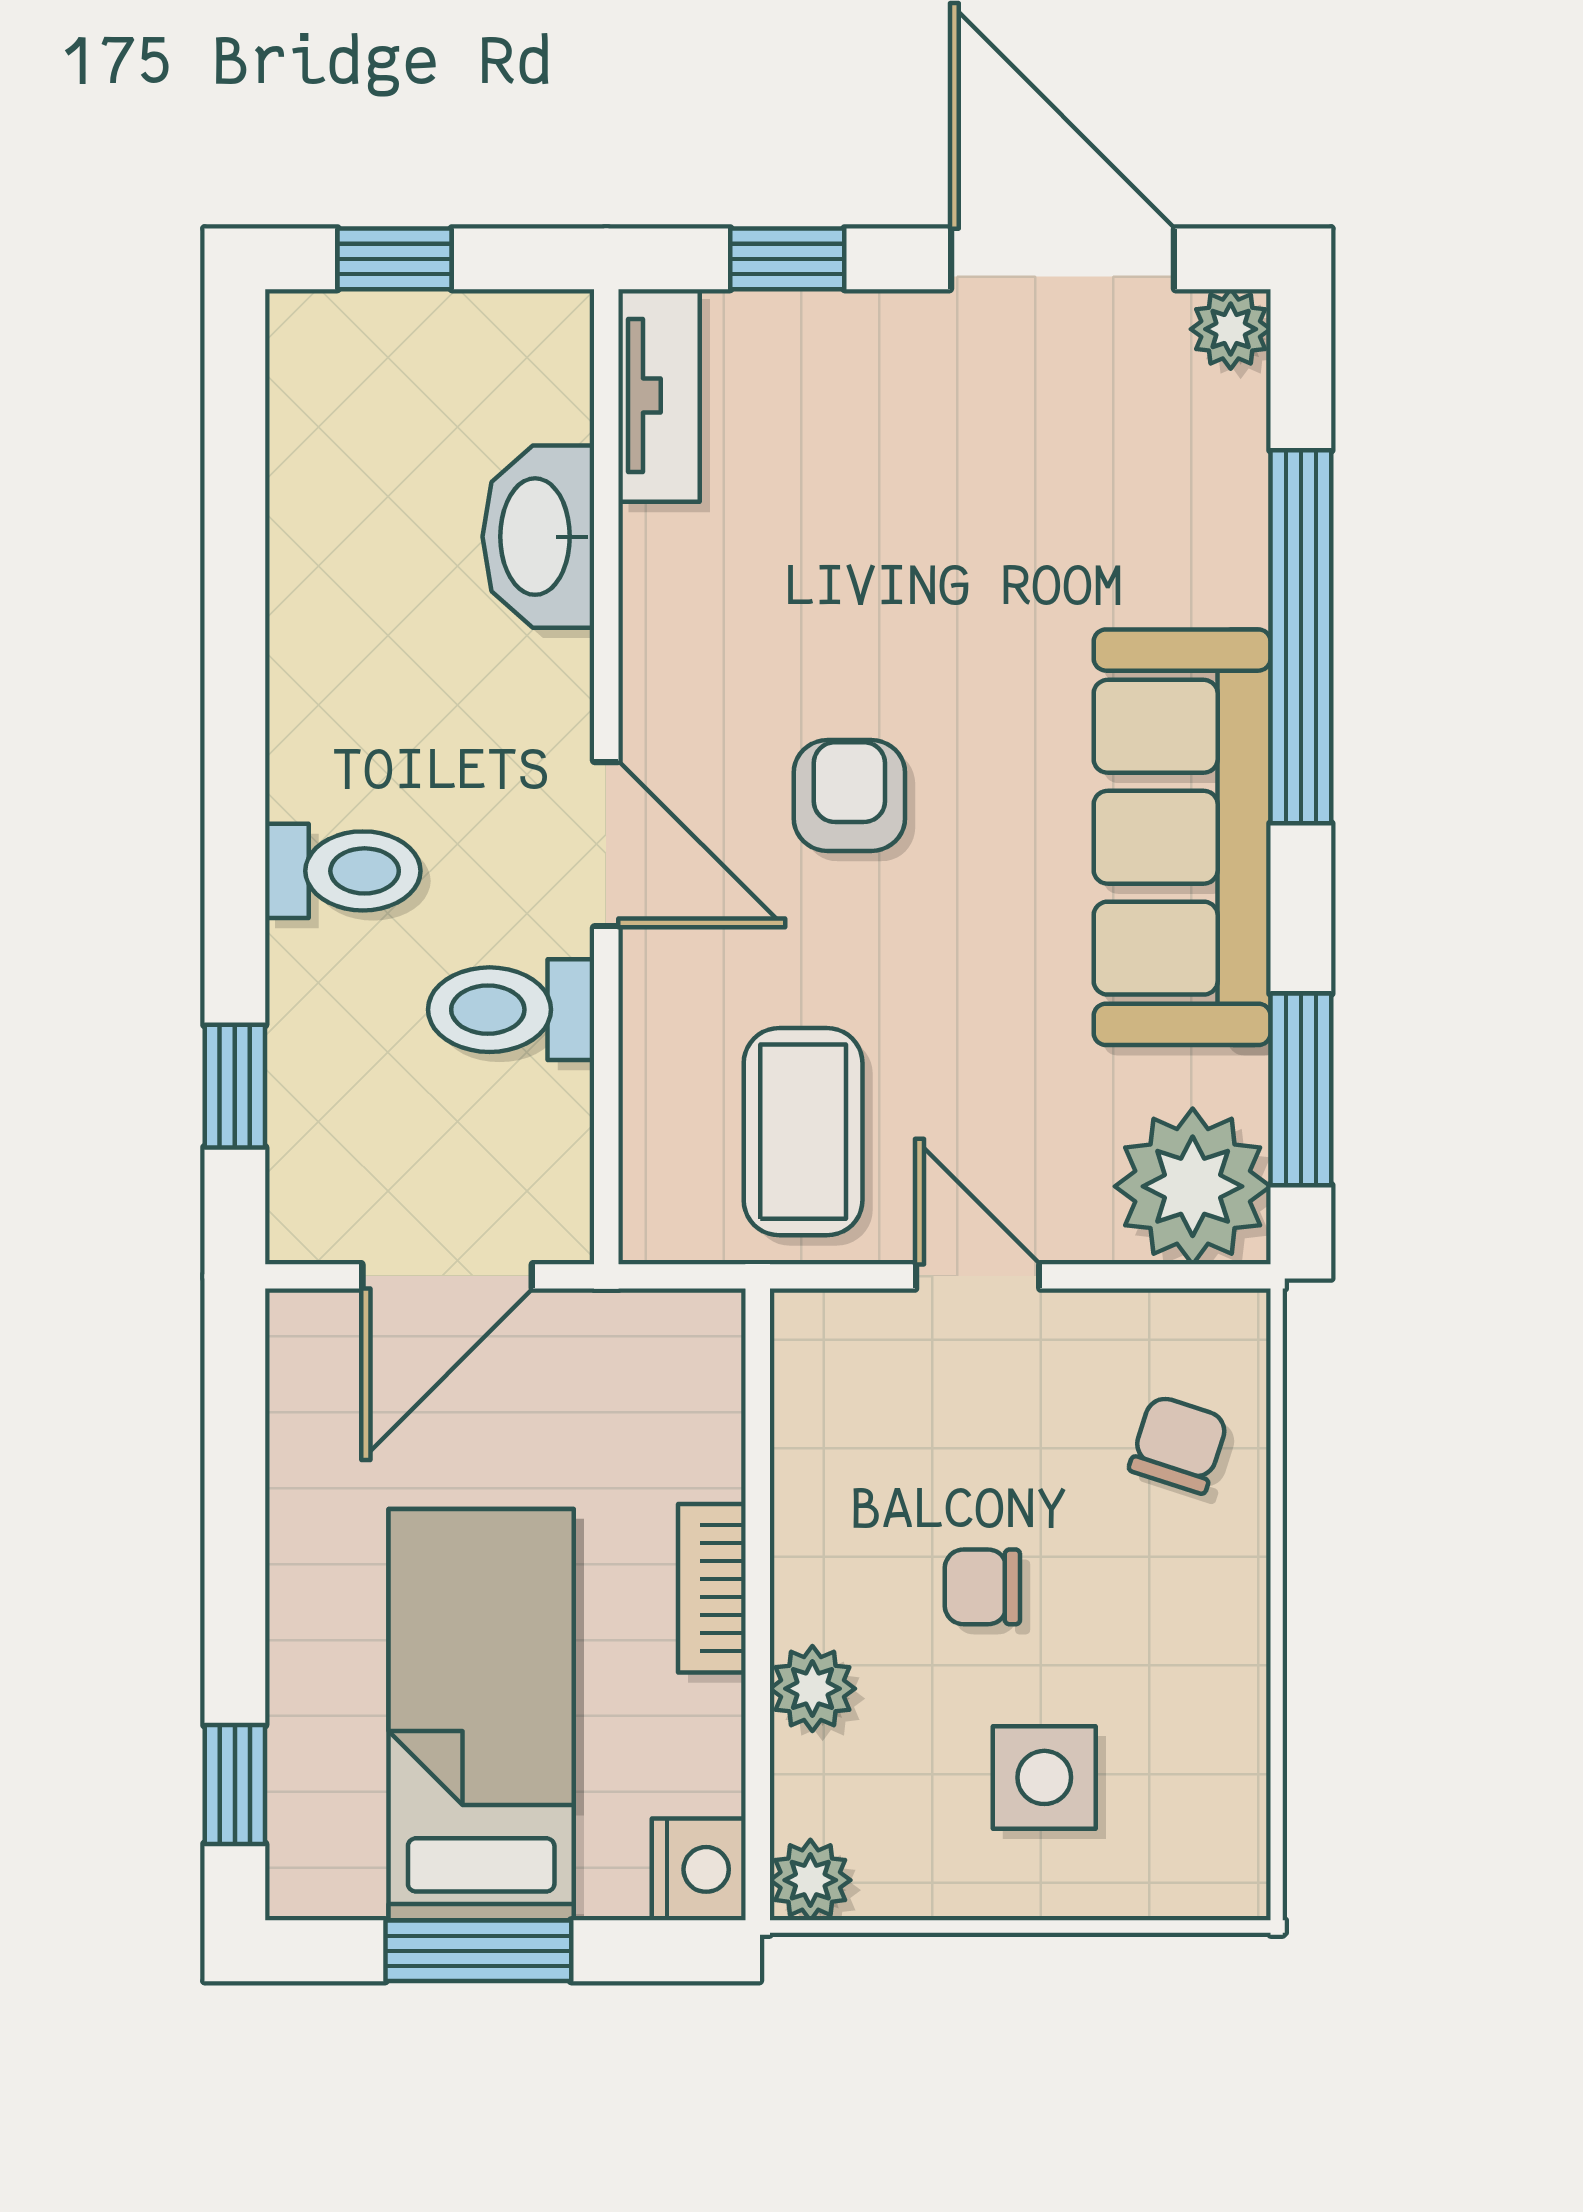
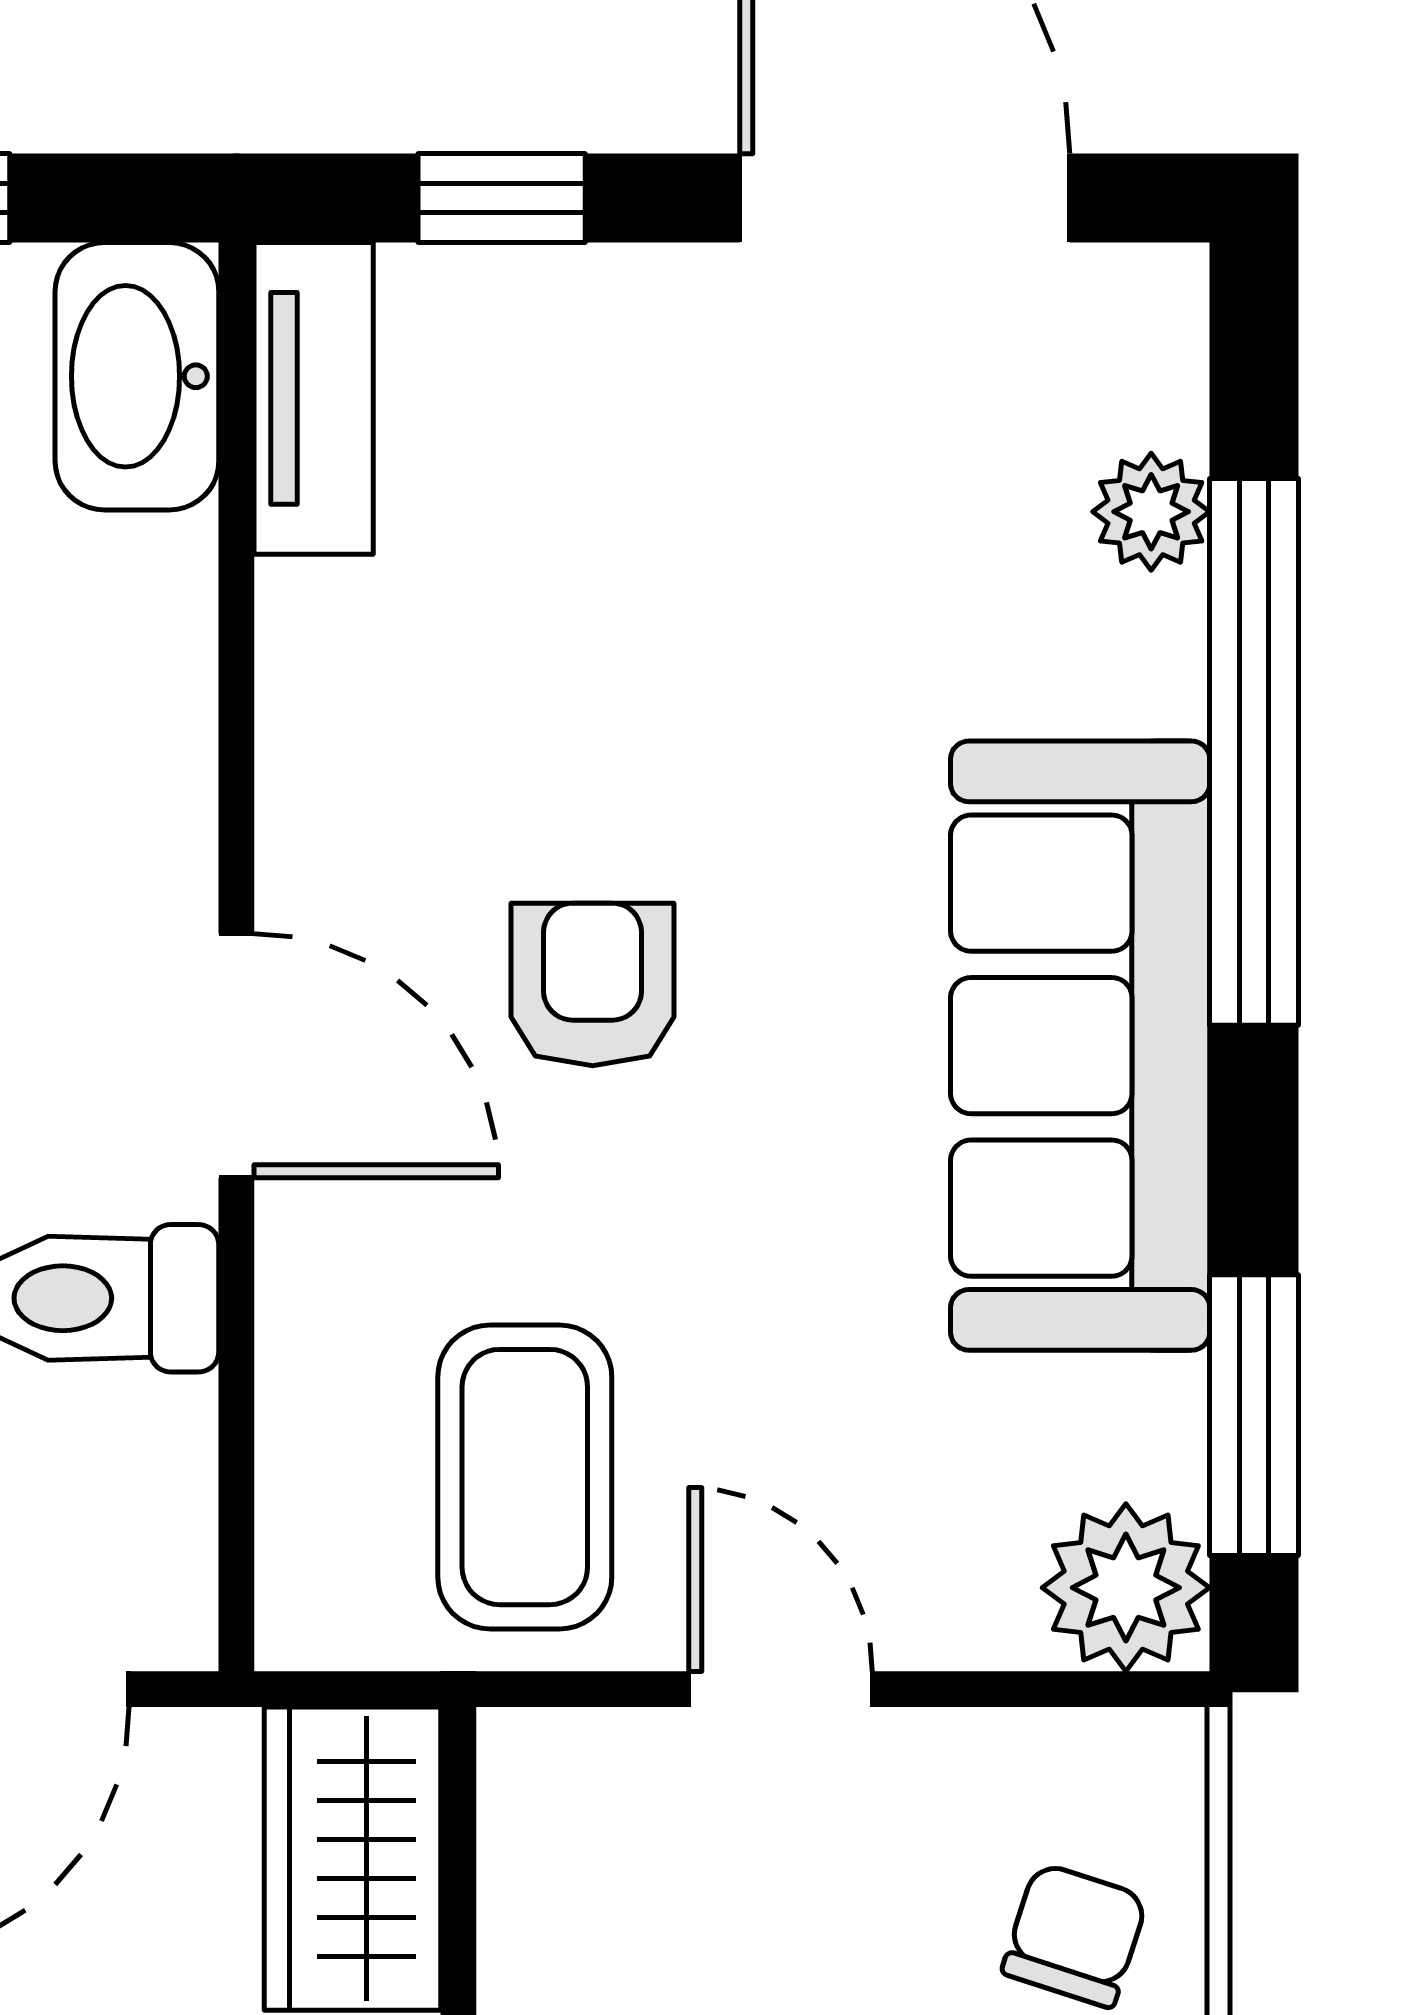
plant: (1231, 329) -> (1151, 512), moved
washbasin: (538, 537) -> (137, 376), moved
plant: (1193, 1186) -> (1126, 1588), width x0.73, depth x0.73
wardrobe: (686, 1392) -> (353, 1859), added

